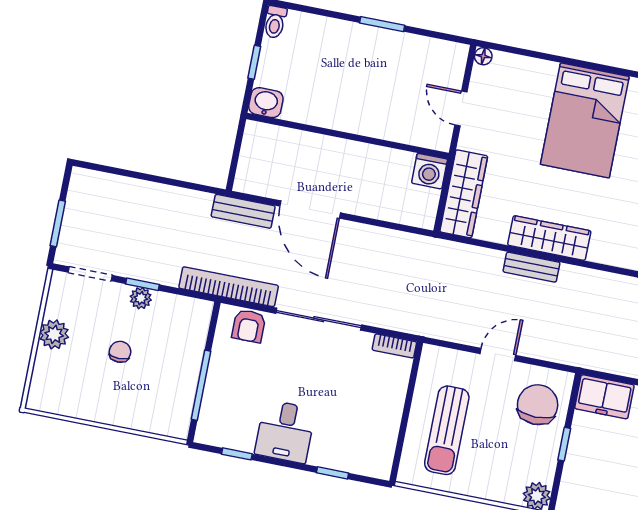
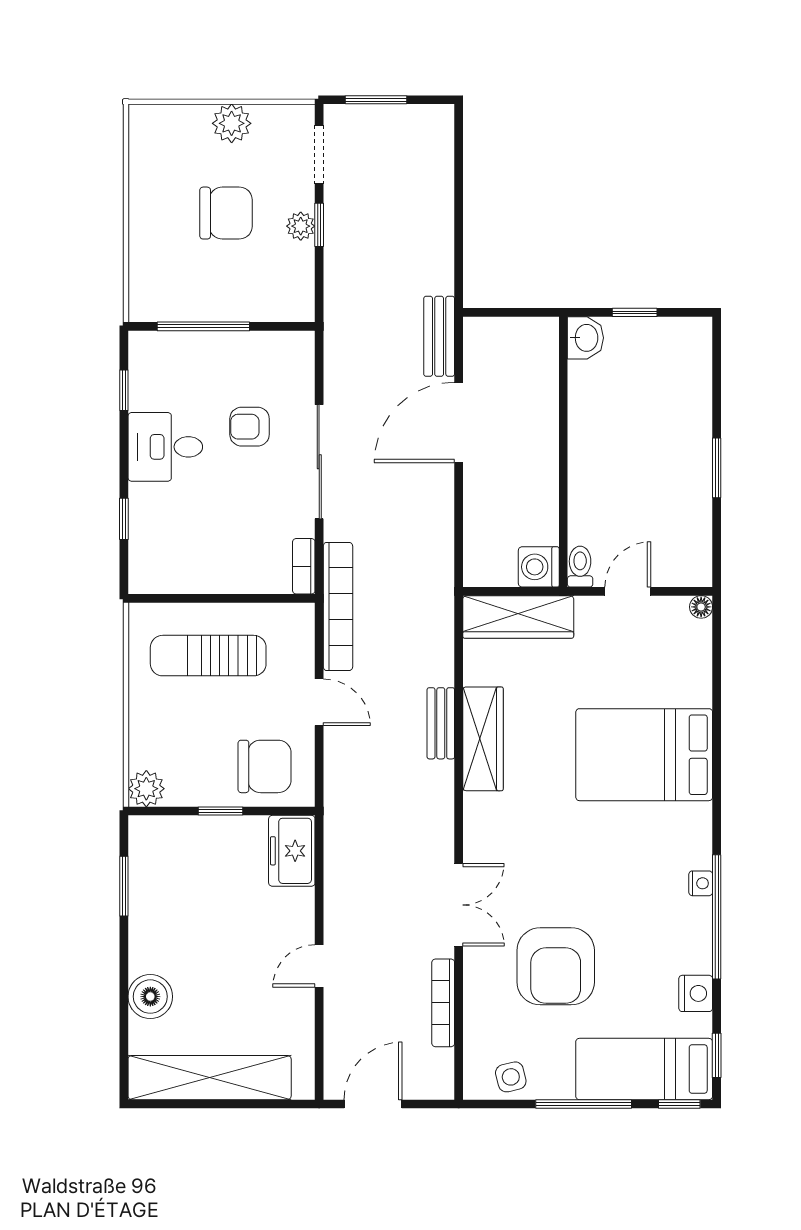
toilet: (275, 22) -> (580, 567), moved, turned 90
bookcase: (229, 287) -> (338, 606), moved
armchair: (249, 326) -> (250, 427), moved
chair: (120, 352) -> (226, 213), width x1.87, depth x1.87

